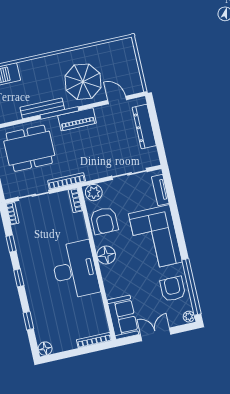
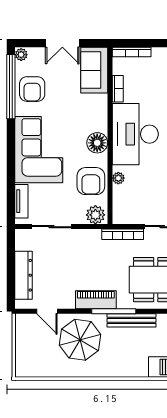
bookcase: (75, 200) -> (118, 89), moved
armchair: (104, 221) -> (91, 181), turned 180
plant: (81, 229) -> (118, 178), added

